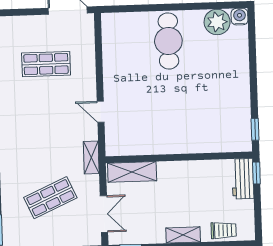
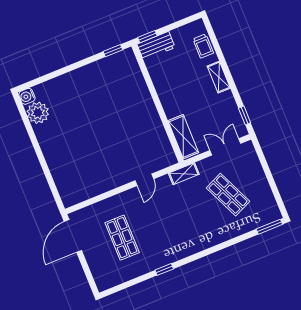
cafe table: (168, 41) -> (67, 146), removed
trolley: (224, 230) -> (203, 46), turned 180

